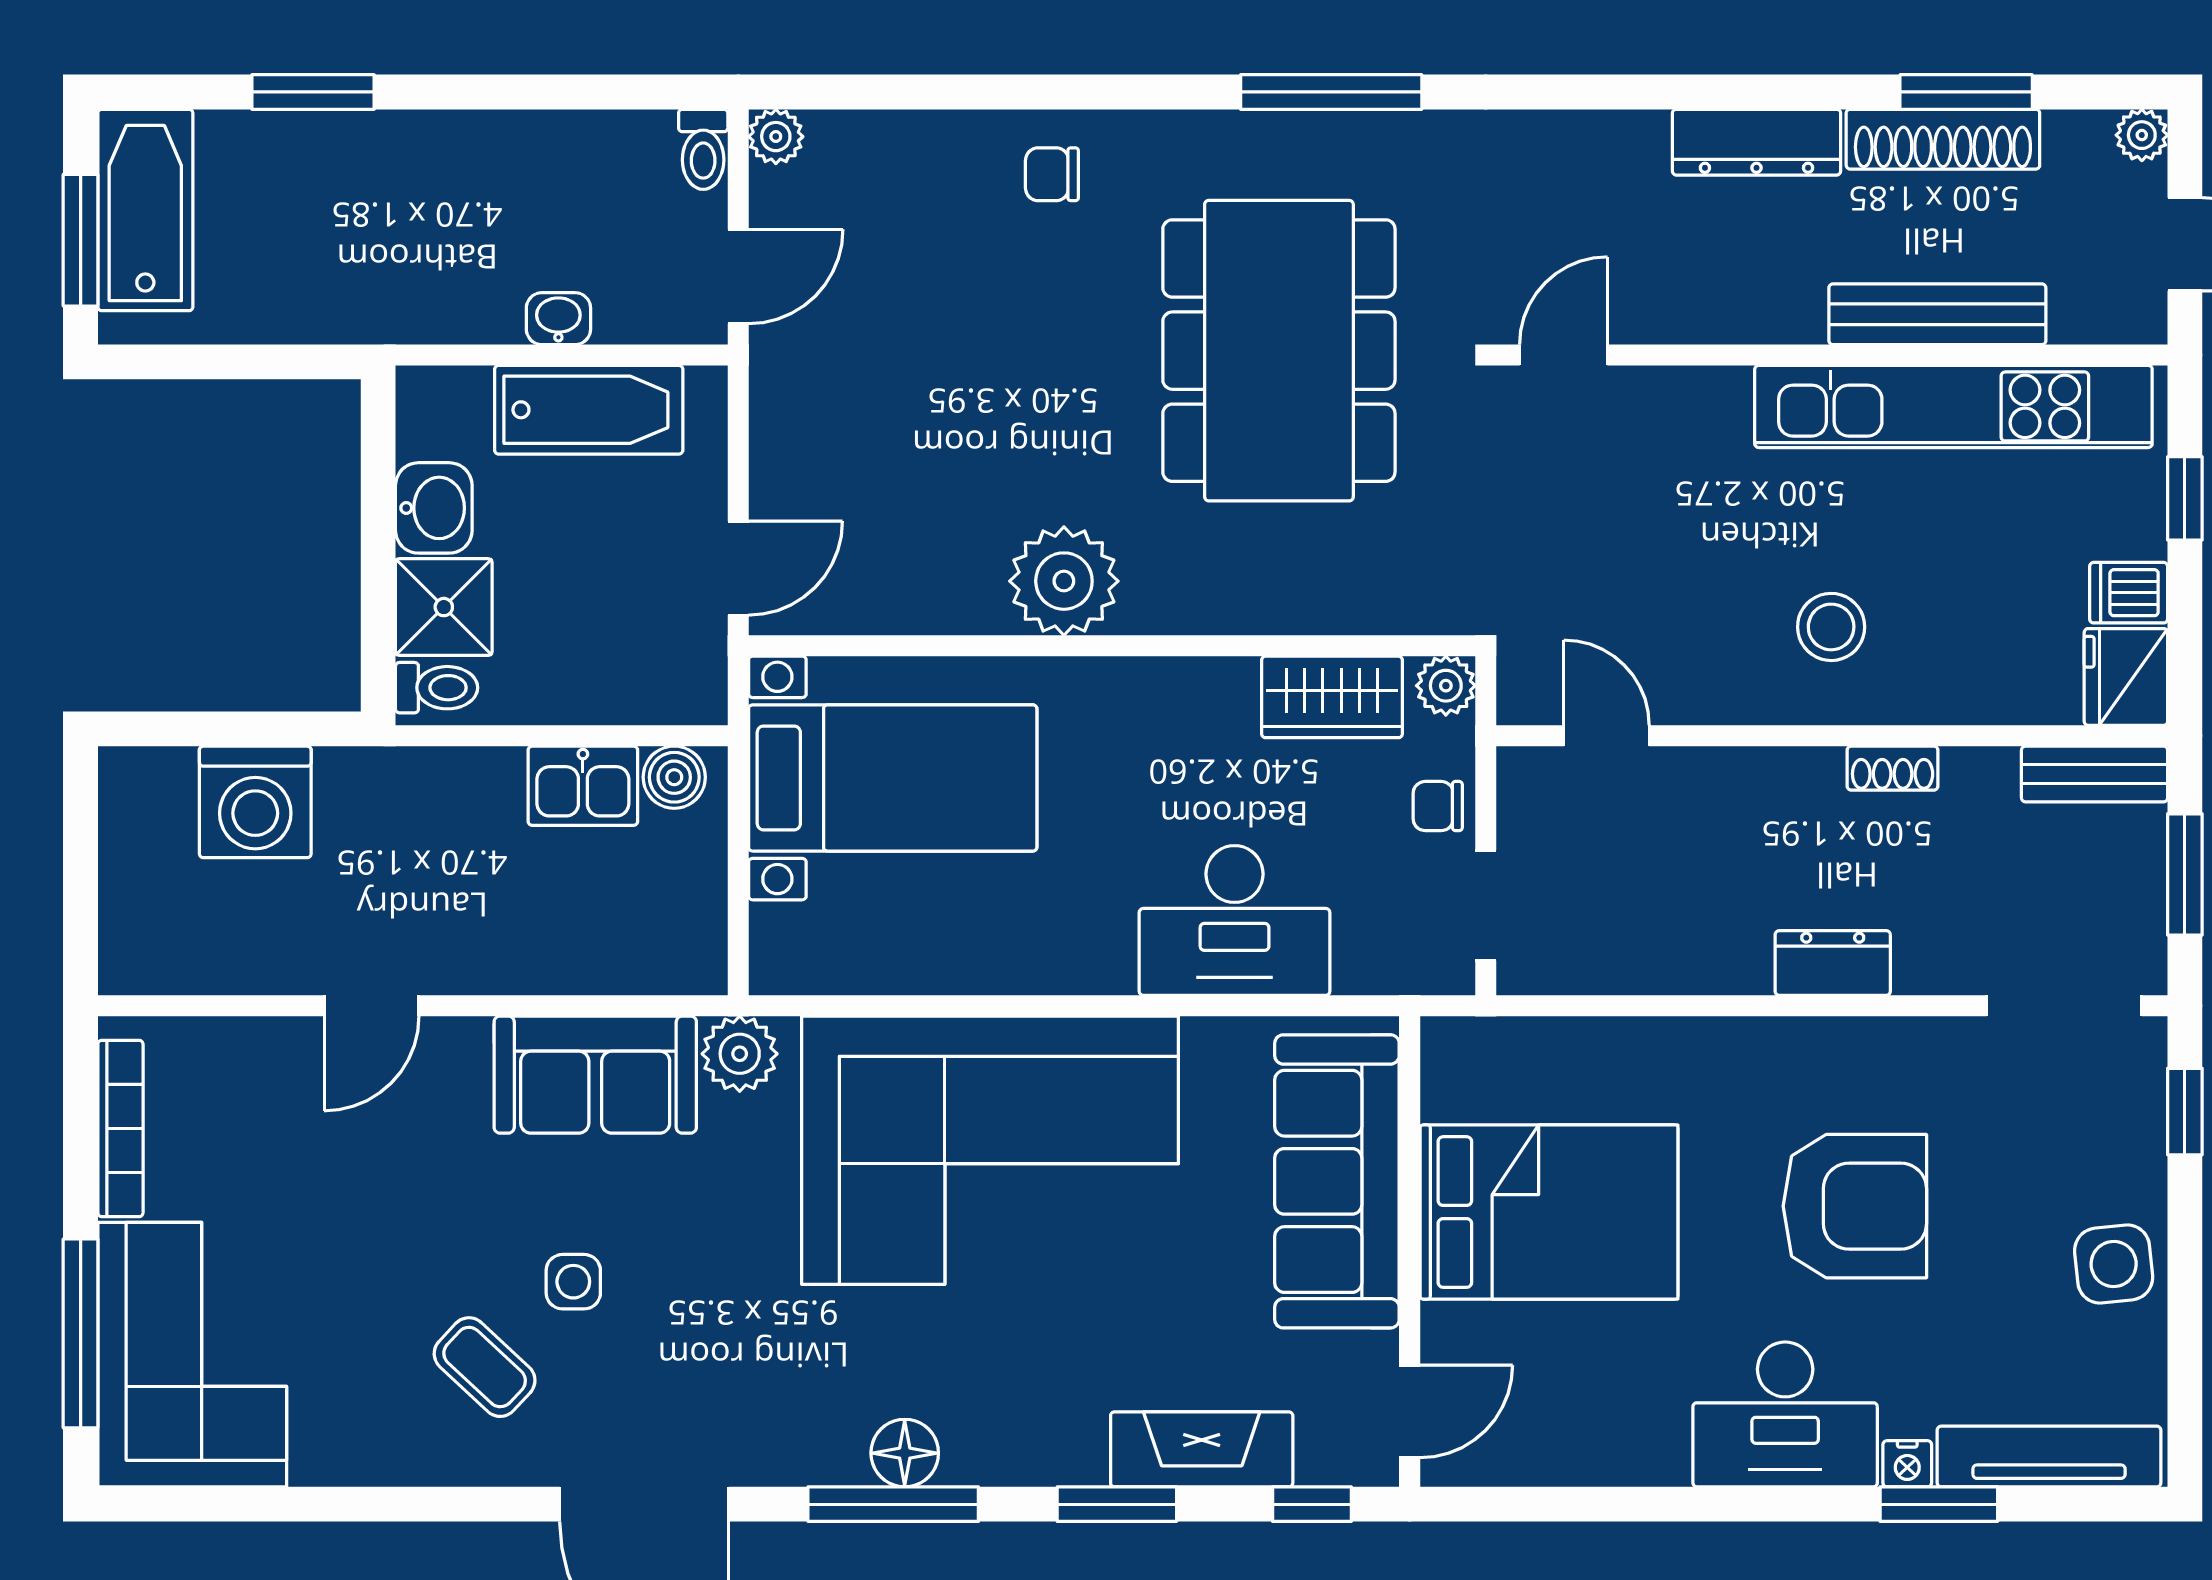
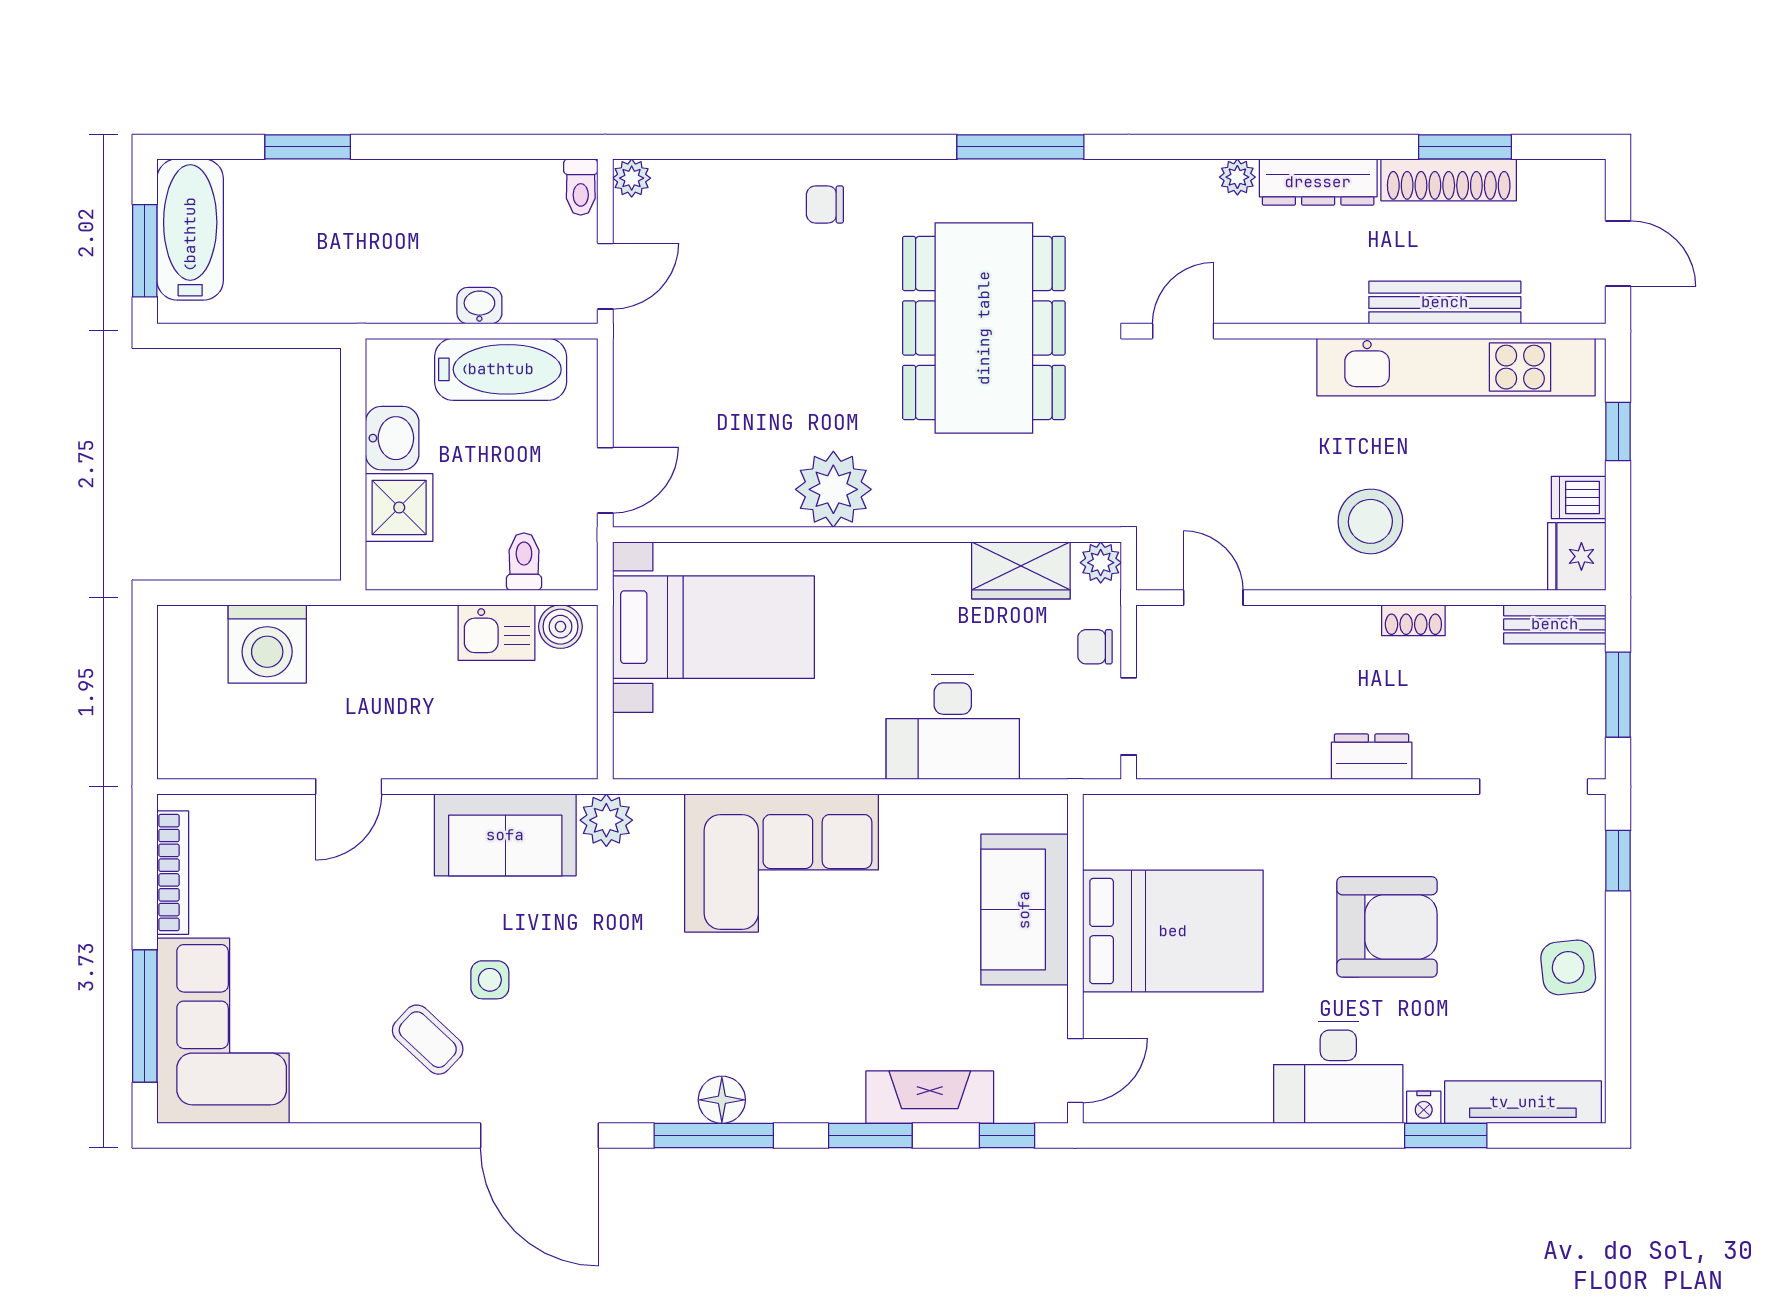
plant: (2142, 135) -> (1237, 177), moved
stool: (1831, 627) -> (1370, 521), width x1.38, depth x1.38
toilet: (437, 688) -> (524, 562), moved, turned -90
corner sofa: (990, 1150) -> (782, 863), width x0.73, depth x0.74
sofa: (1337, 1181) -> (1024, 910), width x0.73

